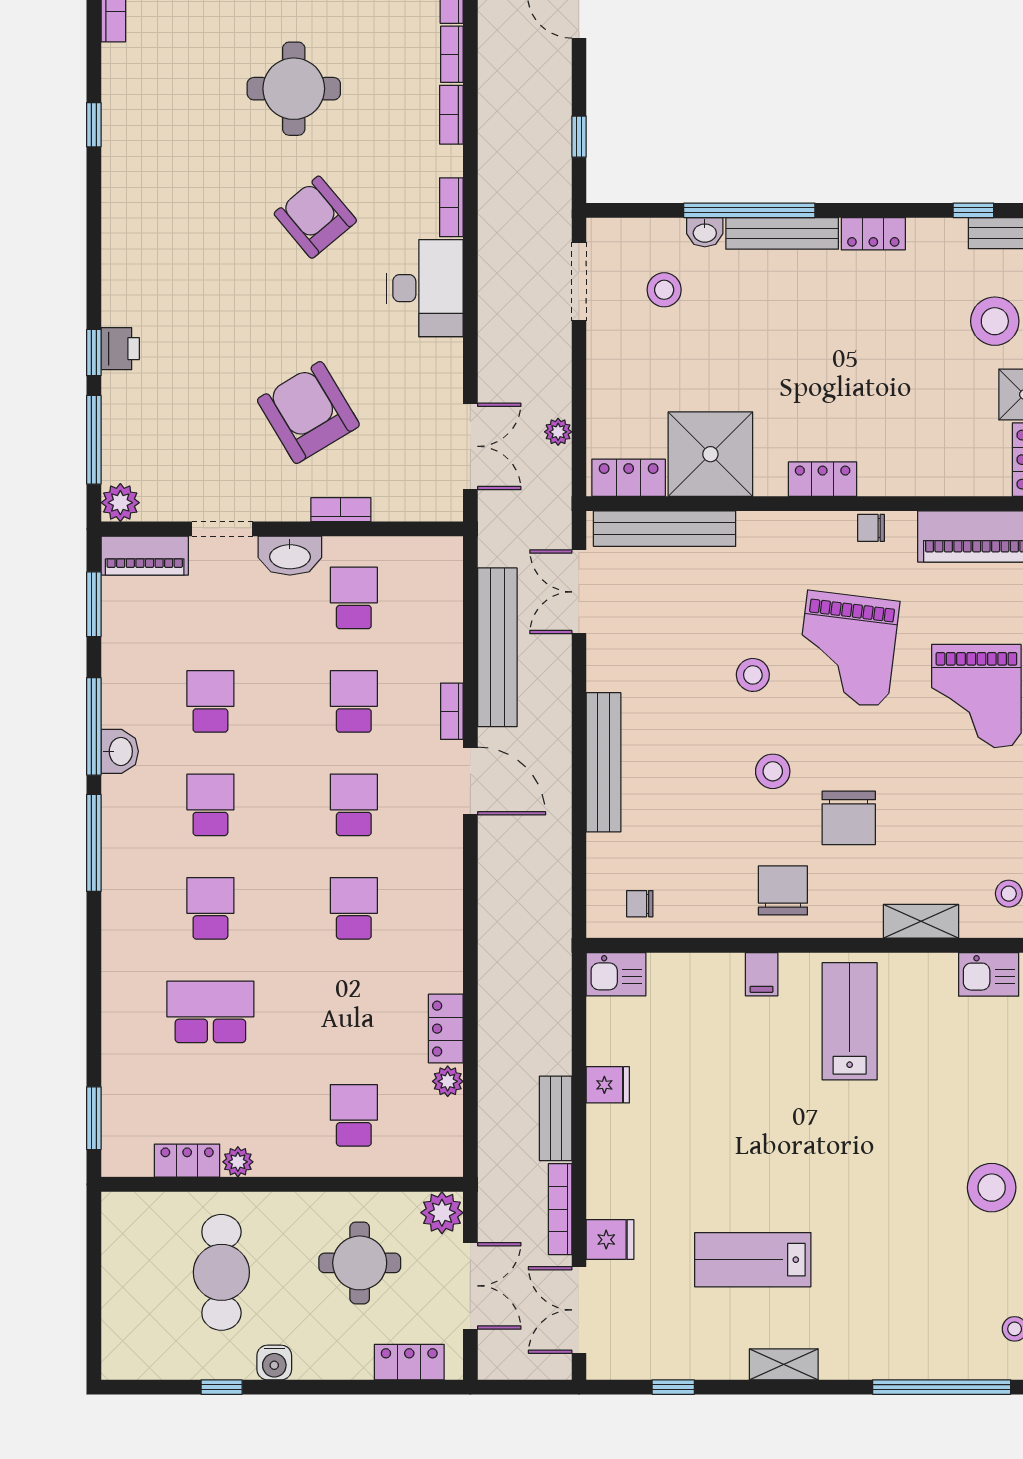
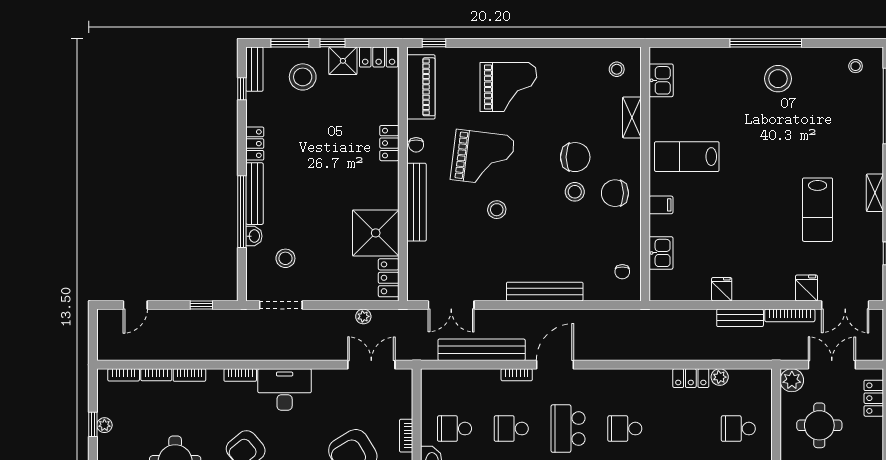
locker: (823, 479) -> (389, 143), moved
bench: (665, 529) -> (416, 202), moved
stool: (773, 771) -> (575, 192), moved
school desk: (354, 805) -> (568, 429), width x1.85
kitchen sink: (616, 974) -> (661, 253), moved

